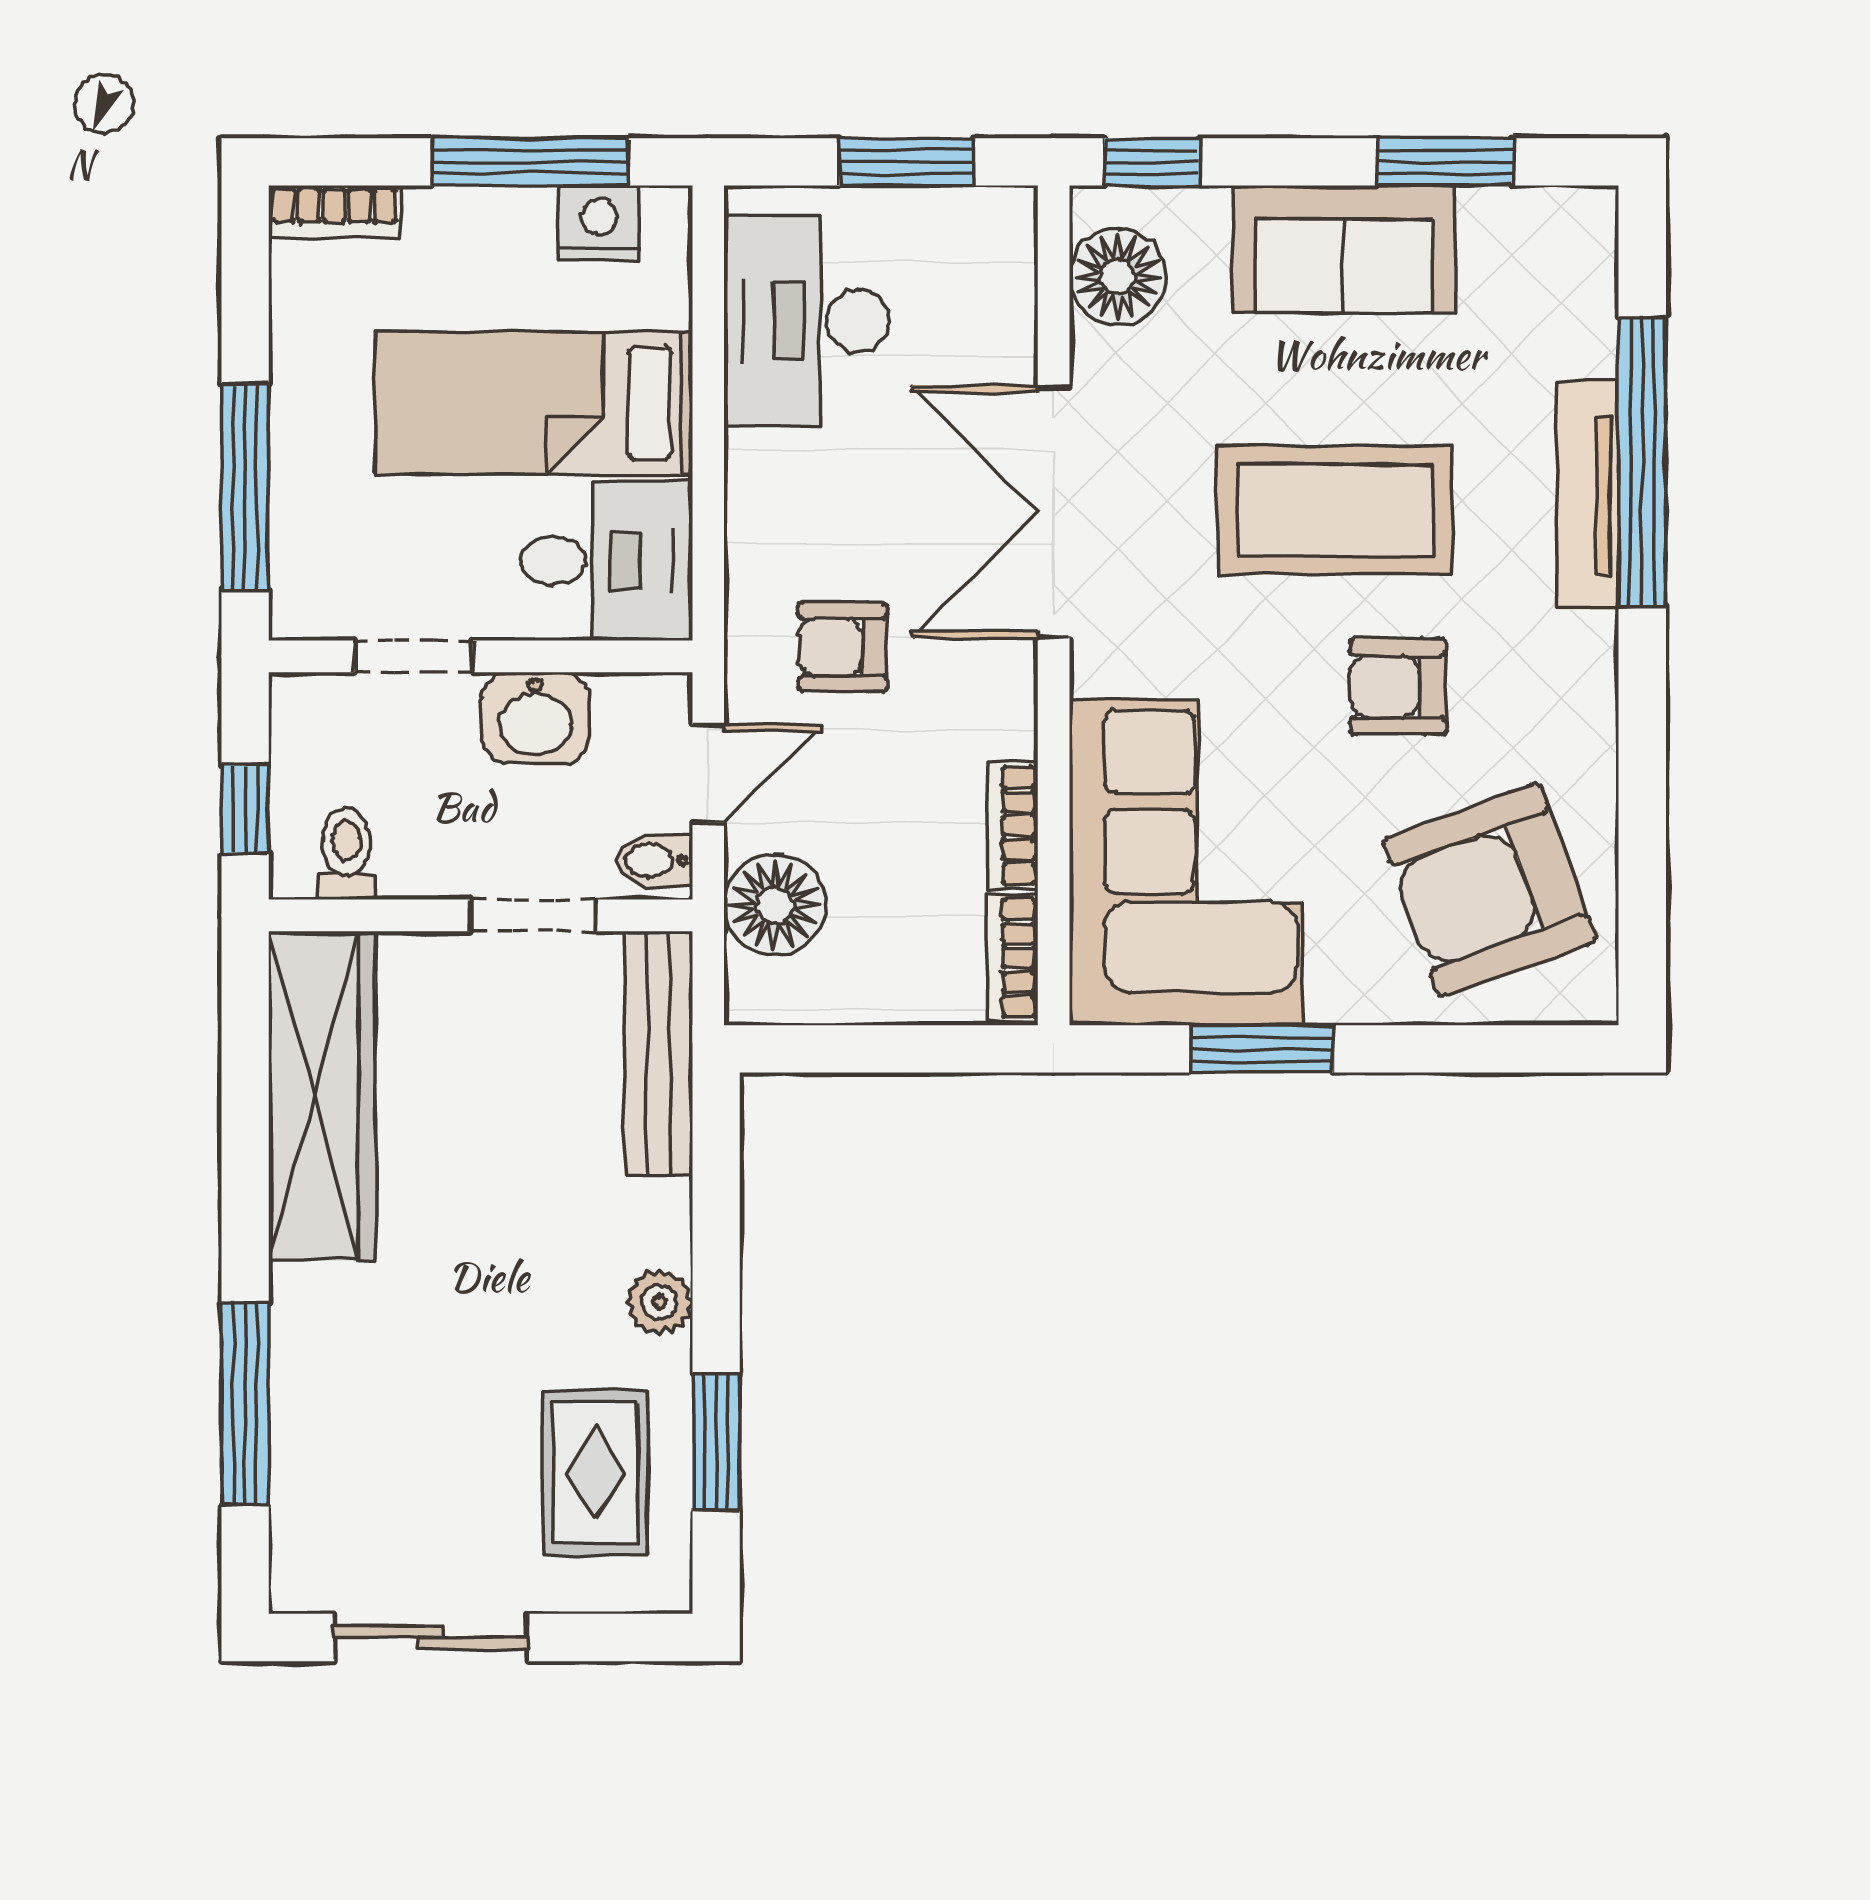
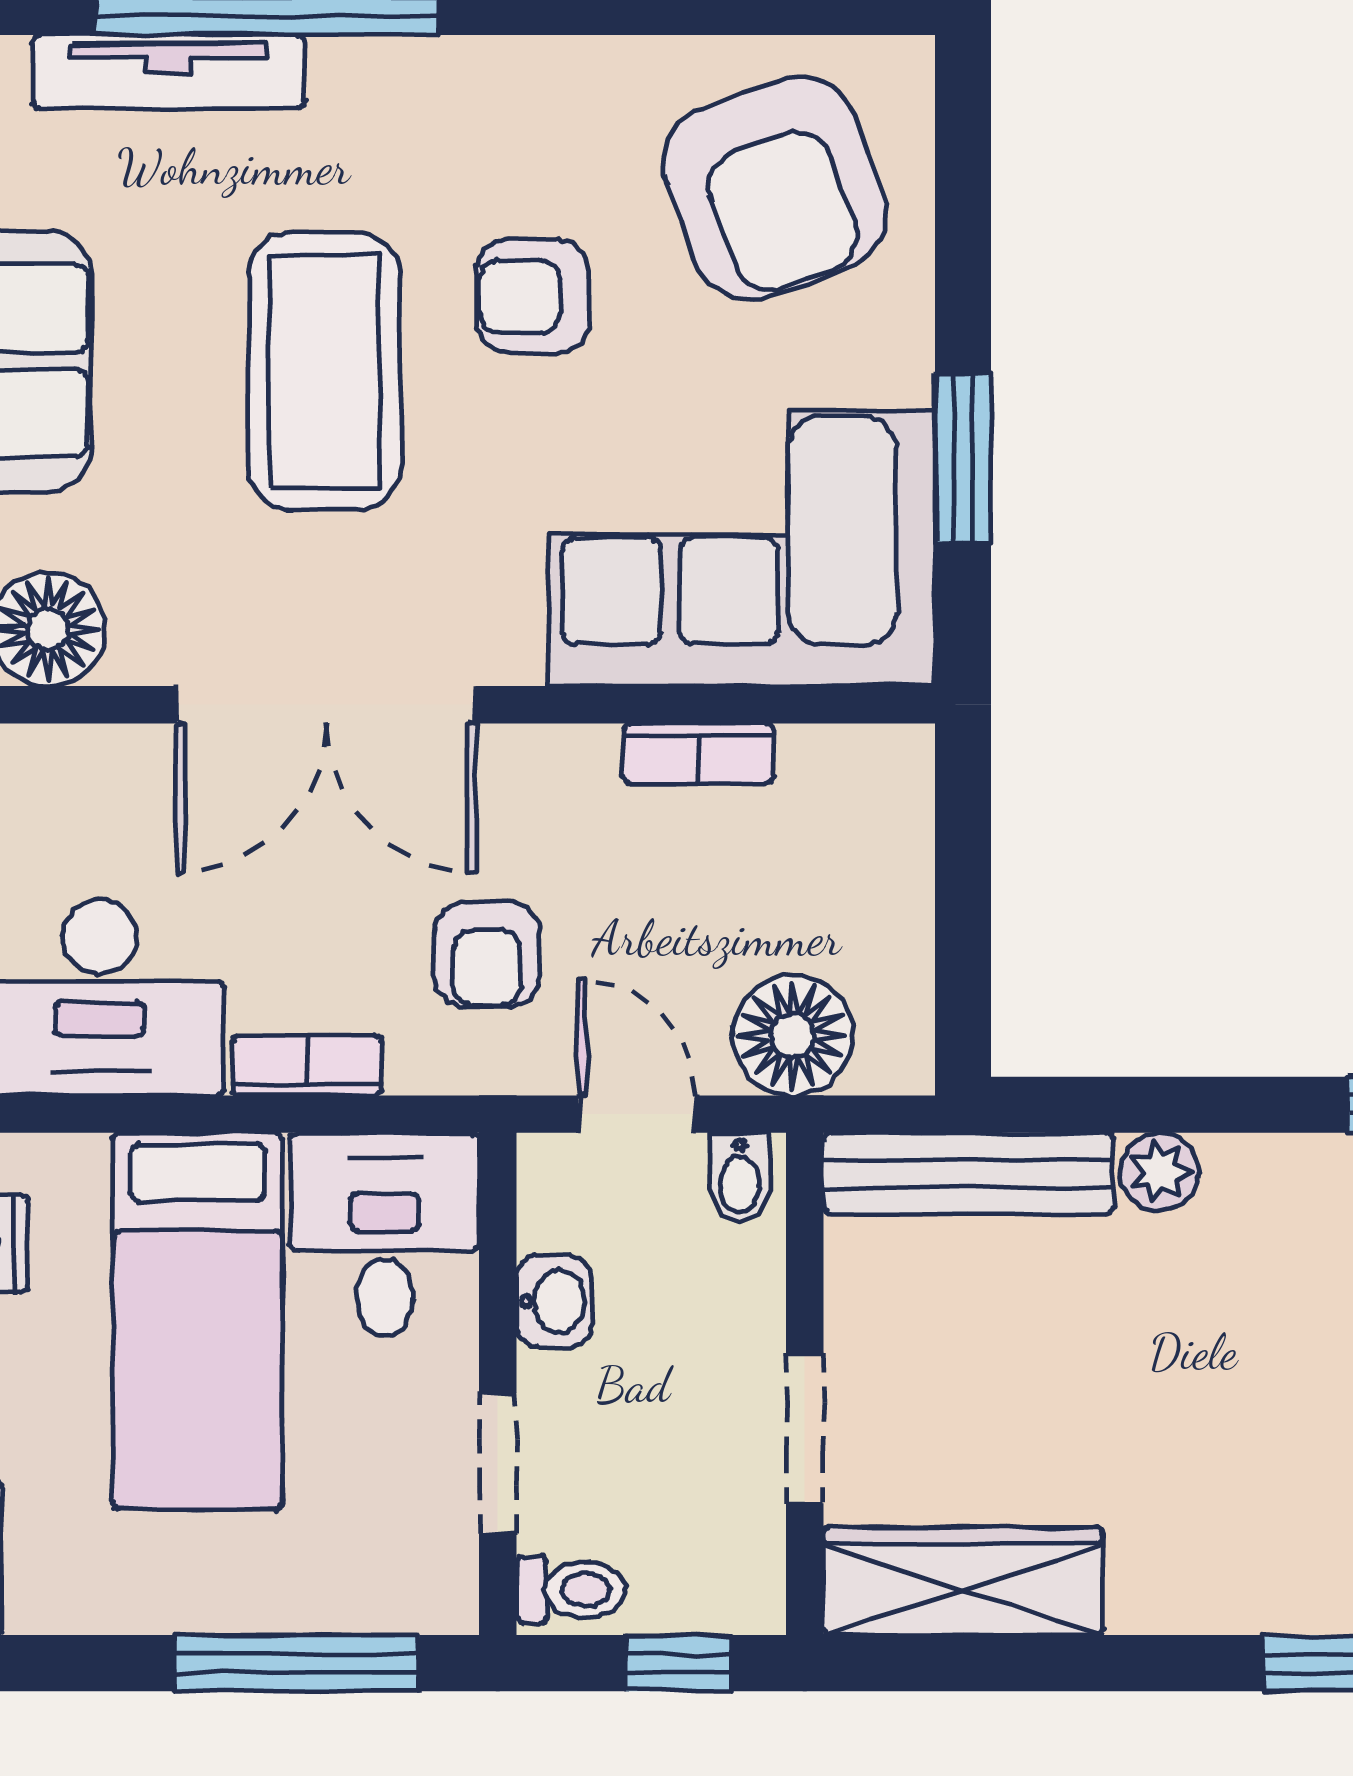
tv unit: (1588, 495) -> (169, 72), moved
armchair: (1398, 686) -> (533, 296), turned 90
washbasin: (535, 718) -> (554, 1301), width x0.72, depth x0.69
toilet: (346, 854) -> (571, 1590), moved, turned 180
doorway: (533, 915) -> (805, 1428), moved
bookcase: (1013, 958) -> (307, 1066), moved, turned 180
wardrobe: (322, 1096) -> (963, 1581), width x0.71, depth x0.85
plant: (660, 1302) -> (1160, 1172), moved

